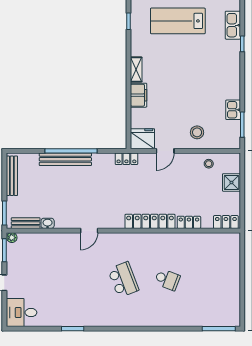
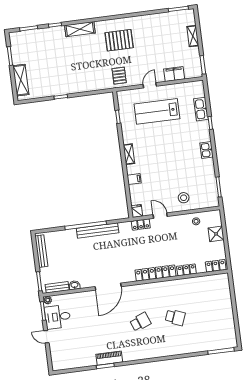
filing cabinet: (139, 95) -> (134, 179), width x0.50
kitchen sink: (233, 110) -> (206, 150), moved
fridge: (142, 139) -> (137, 211), width x0.53, depth x0.75
door: (165, 151) -> (160, 216), swing flipped
bench: (65, 159) -> (98, 231), moved
locker: (126, 159) -> (141, 224), moved
door: (89, 231) -> (108, 287), width x1.88
school desk: (123, 280) -> (140, 322), width x0.54
desk: (22, 313) -> (58, 317), moved
piano: (79, 320) -> (109, 358), added

